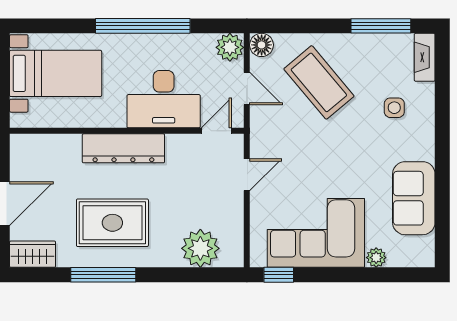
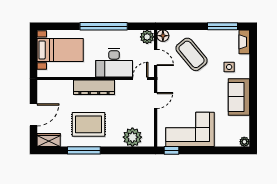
sofa: (414, 198) -> (239, 97), moved
plant: (376, 258) -> (244, 142), moved

